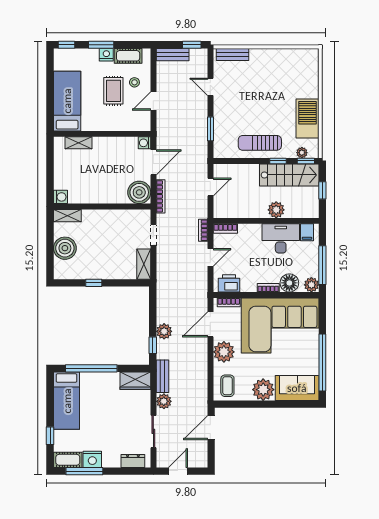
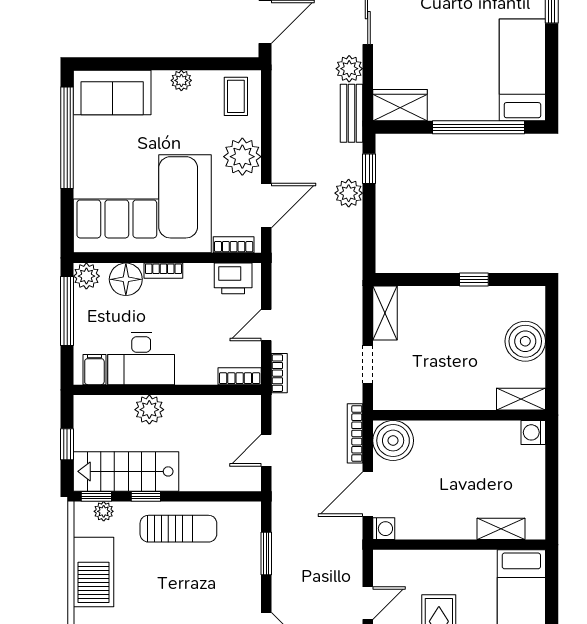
plant: (263, 390) -> (181, 80), width x0.53, depth x0.53

